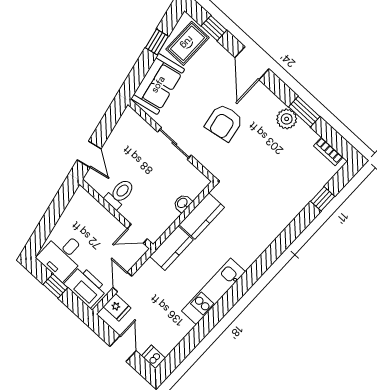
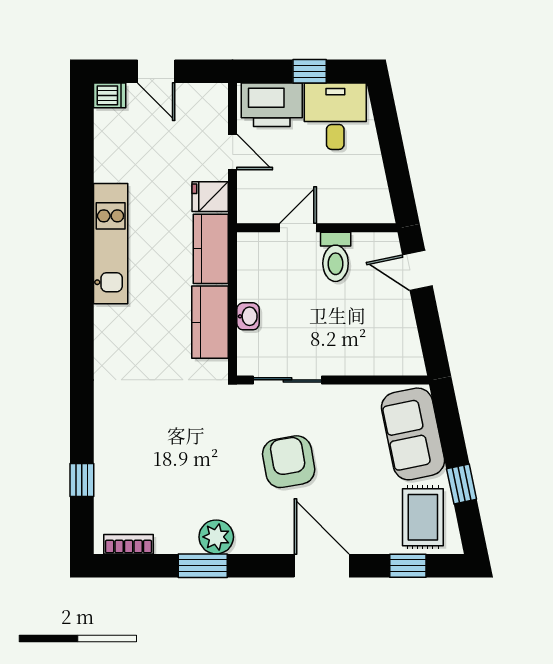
sliding door: (174, 144) -> (288, 380), moved
door: (137, 234) -> (298, 228), moved
fridge: (117, 307) -> (210, 197), moved

